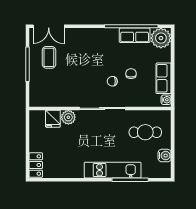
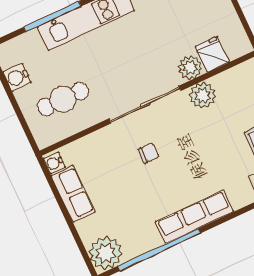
row of seats: (135, 35) -> (195, 217), moved, width x1.48
chair: (131, 74) -> (126, 178), removed
plant: (69, 99) -> (203, 95), added

